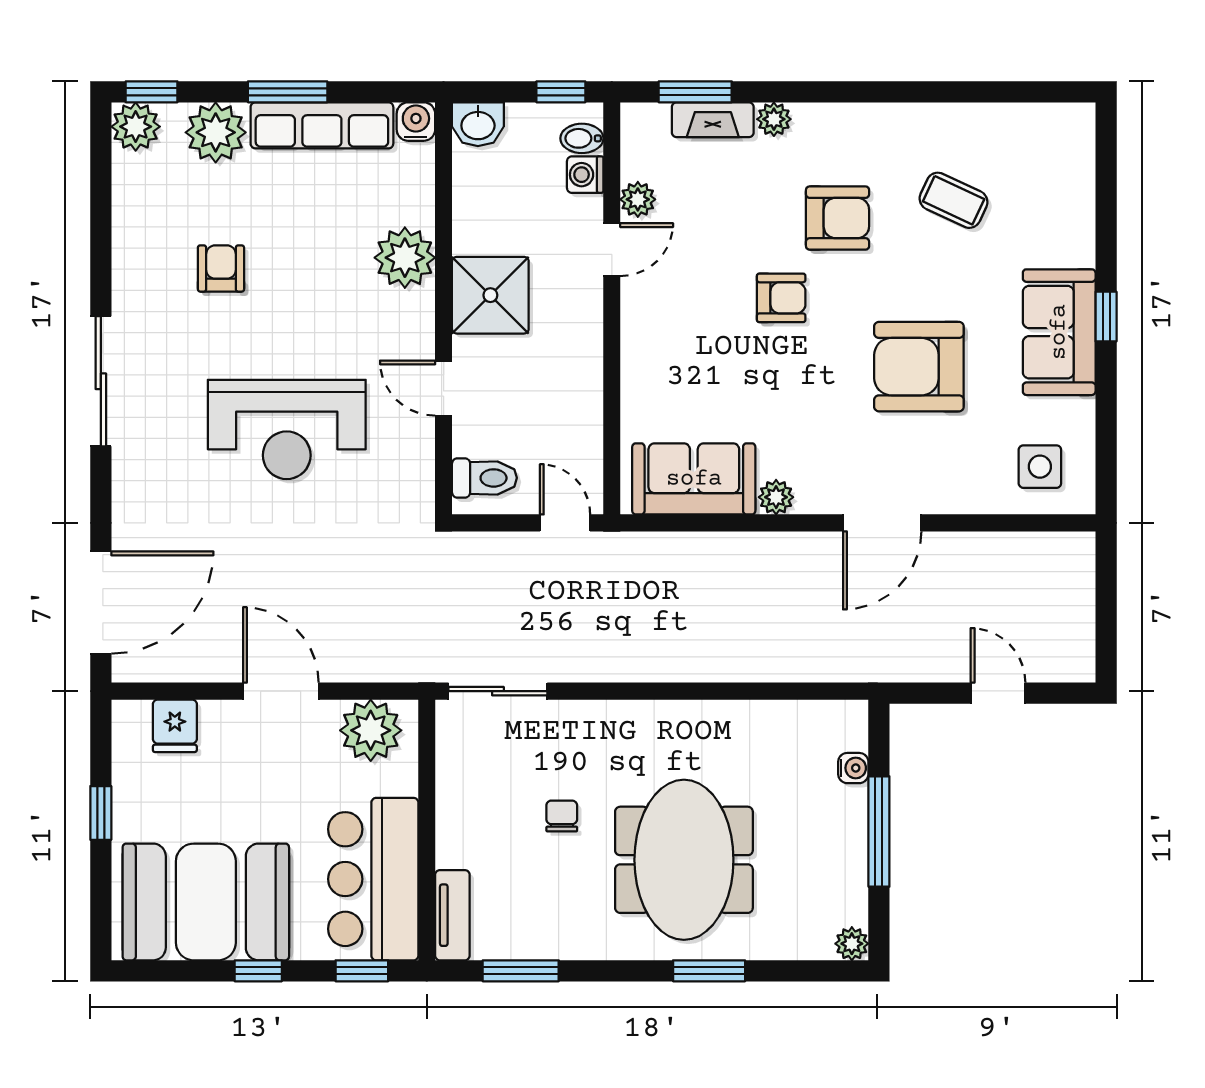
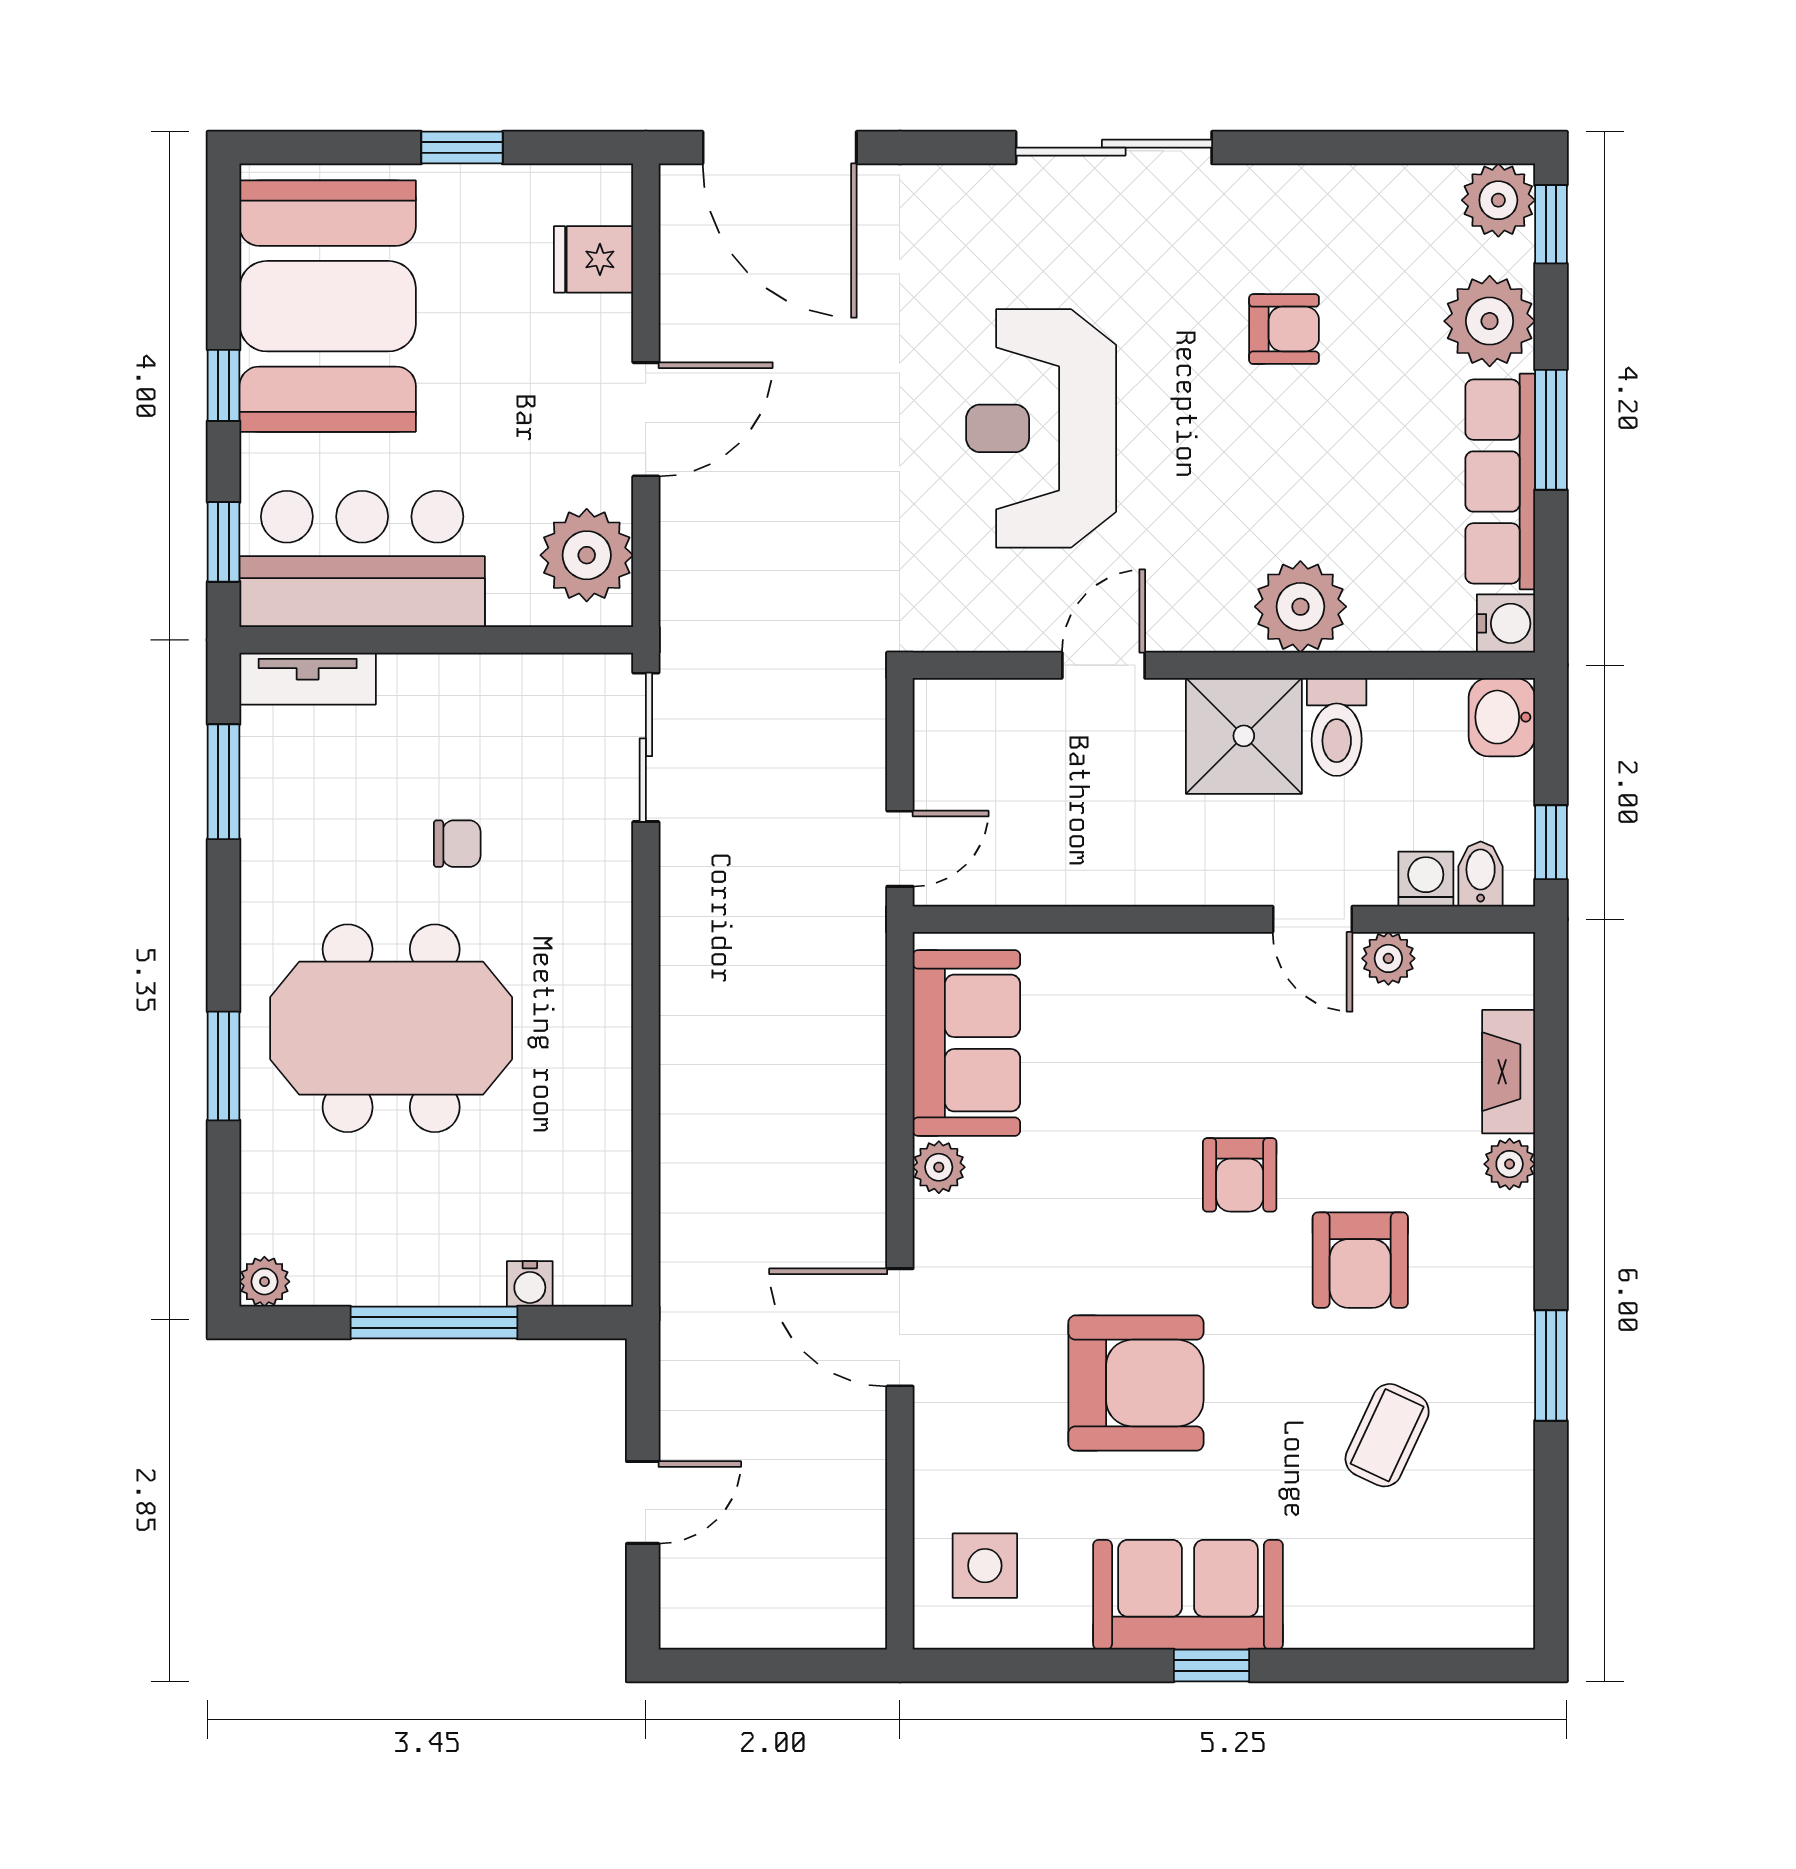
window: (695, 92) -> (1551, 1365), moved
armchair: (919, 367) -> (1136, 1383), turned 90
toilet: (484, 478) -> (1337, 727), moved

